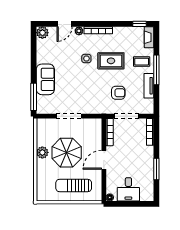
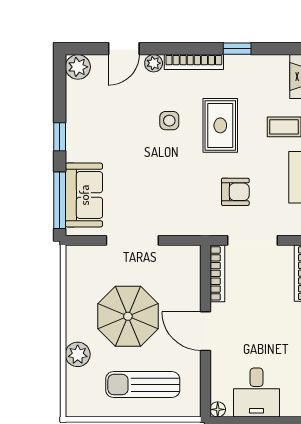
window: (139, 24) -> (237, 49), moved
rug: (111, 61) -> (220, 125), turned 90
window: (34, 66) -> (60, 137), added
sofa: (45, 79) -> (84, 195), moved
plant: (42, 152) -> (78, 354), moved
door: (104, 160) -> (205, 331), hinge flipped

